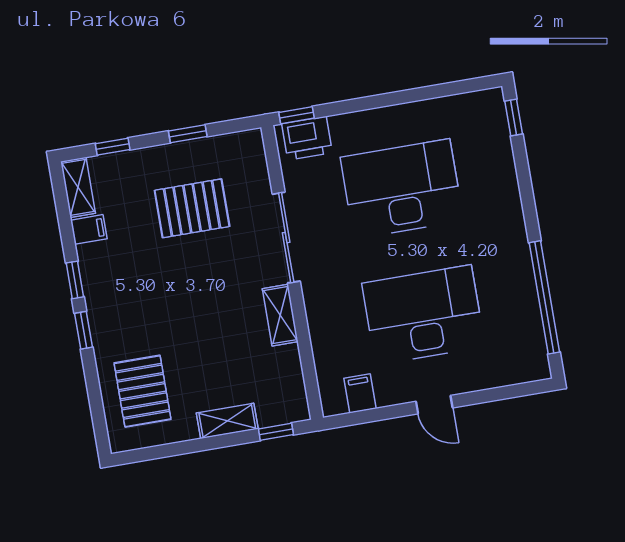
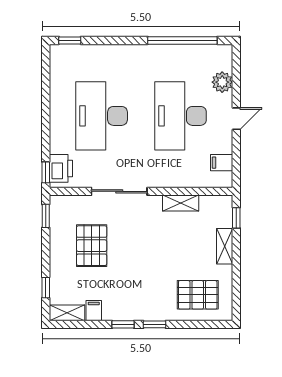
window: (188, 134) -> (46, 216), moved
shelving: (280, 315) -> (181, 203), moved
plant: (489, 372) -> (222, 82), added

